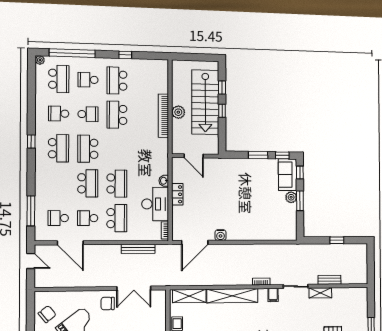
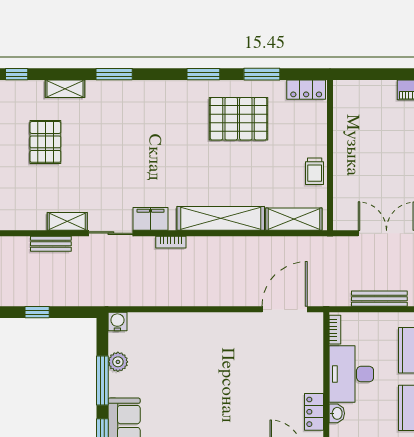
locker: (177, 194) -> (314, 412), moved
plant: (291, 197) -> (118, 362), moved
window: (300, 201) -> (102, 380), width x1.44
water cooler: (221, 235) -> (117, 322), moved
filing cabinet: (273, 295) -> (150, 219), width x2.00

